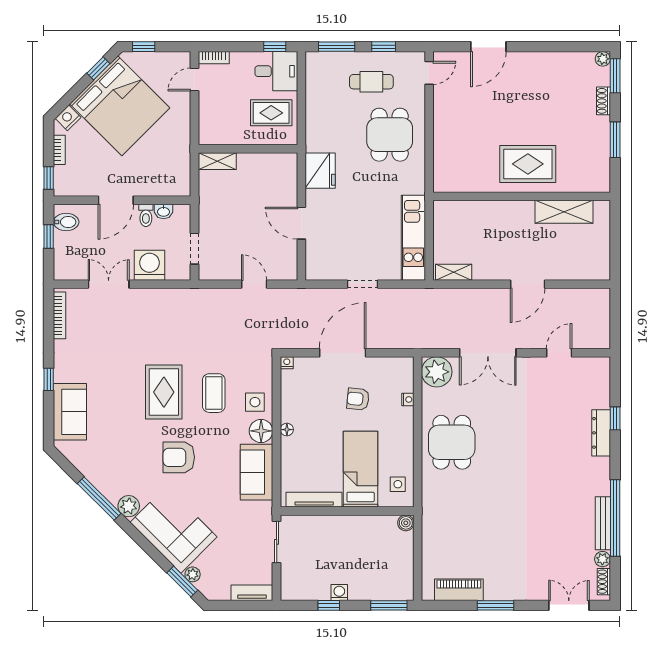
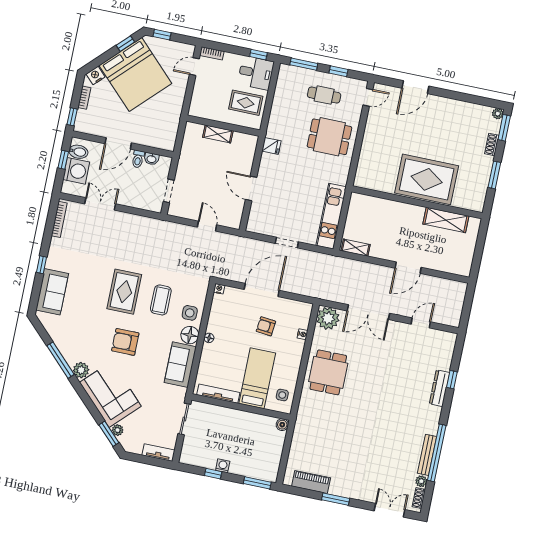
dining table: (390, 135) -> (329, 137), turned 90
shelving: (217, 161) -> (218, 134), moved
rug: (528, 164) -> (427, 179), width x1.37, depth x1.44
fridge: (320, 171) -> (271, 146), width x0.53, depth x0.75
washing machine: (149, 265) -> (76, 171), moved, turned 90

